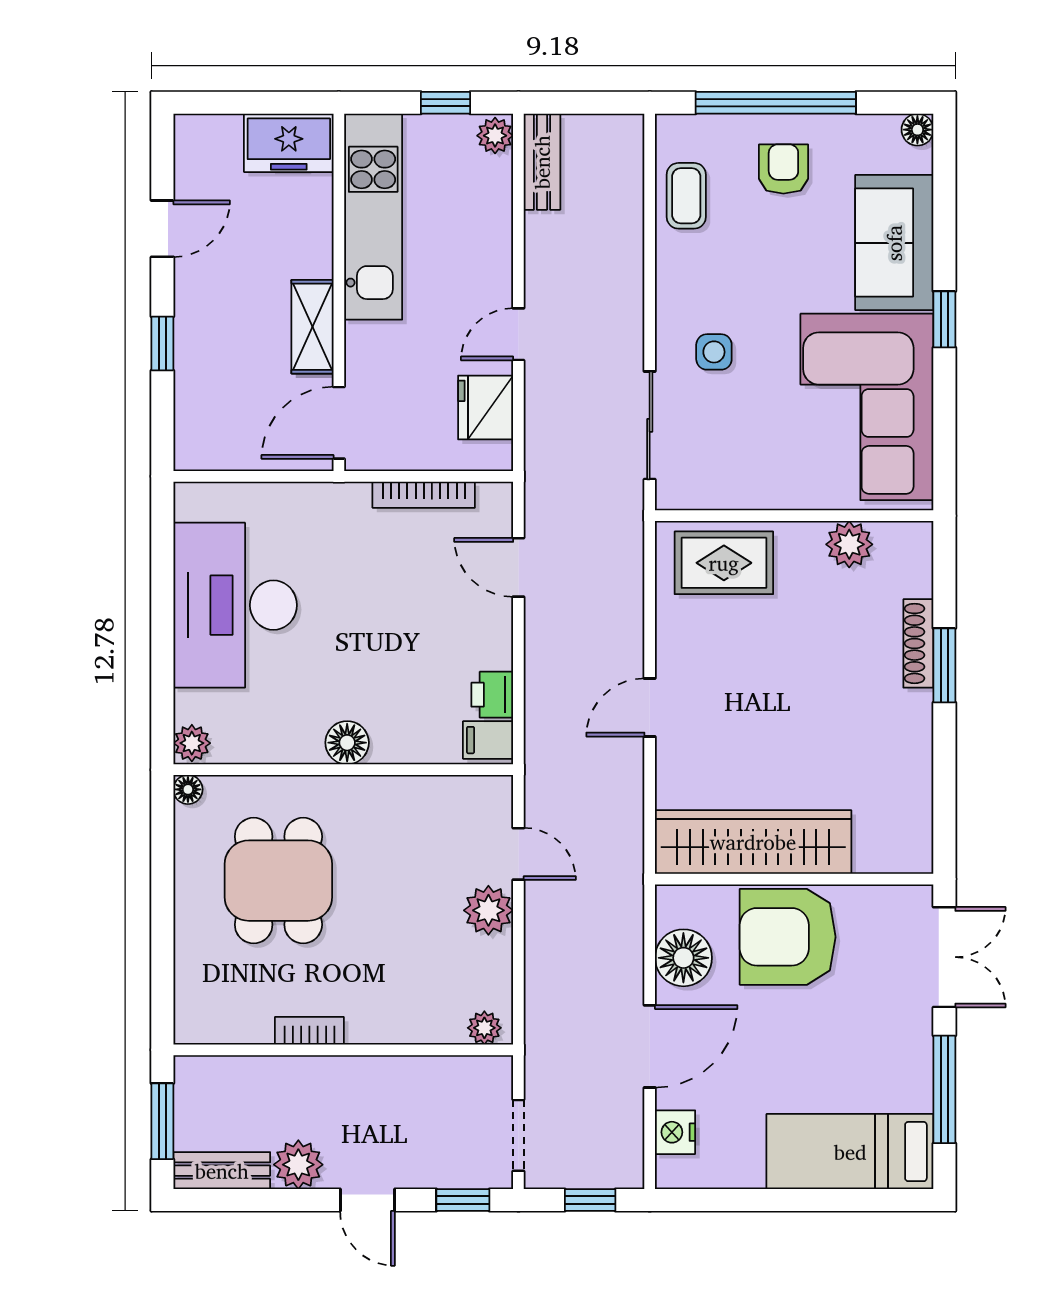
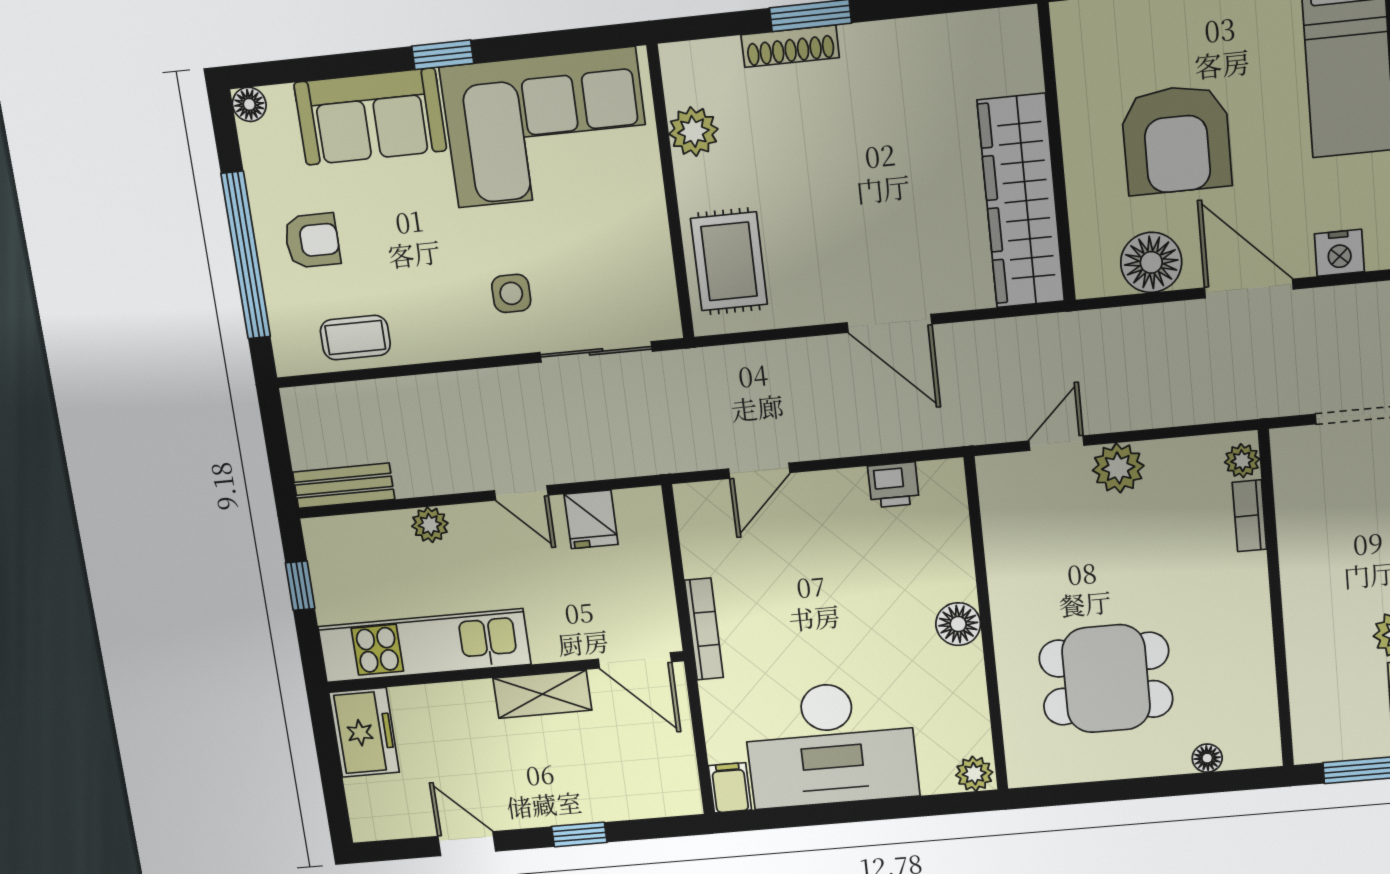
plant: (495, 136) -> (430, 525), moved
armchair: (783, 169) -> (312, 241), turned 180
fridge: (486, 407) -> (591, 519), width x0.72
bookcase: (424, 495) -> (704, 629), moved
door: (650, 707) -> (889, 323), width x1.38
filing cabinet: (488, 740) -> (730, 788), moved, turned 180
floor lamp: (188, 789) -> (1207, 758), moved
armchair: (788, 937) -> (1176, 140), moved
bookcase: (309, 1031) -> (1249, 516), moved

